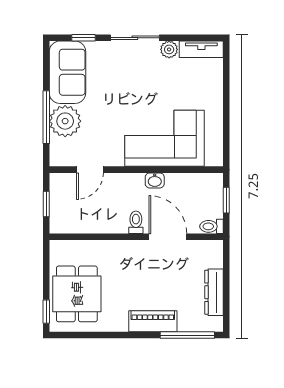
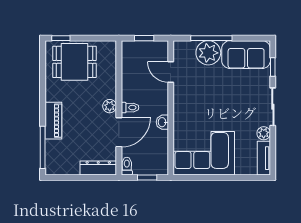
corner sofa: (165, 138) -> (204, 153), moved, turned -90
plant: (134, 249) -> (110, 106), added
dresser: (214, 292) -> (98, 168), moved

